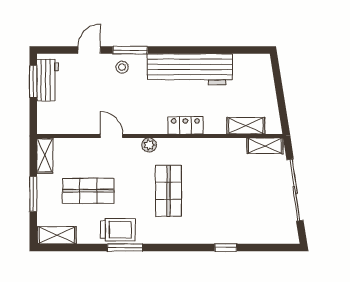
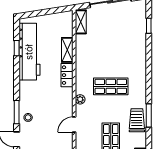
window: (226, 50) -> (17, 48), added
workbench: (190, 69) -> (29, 52), moved
shelving: (246, 126) -> (67, 50), moved
window: (226, 248) -> (149, 26), moved

